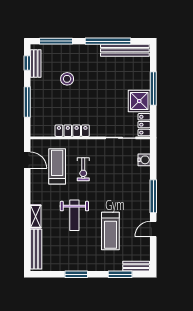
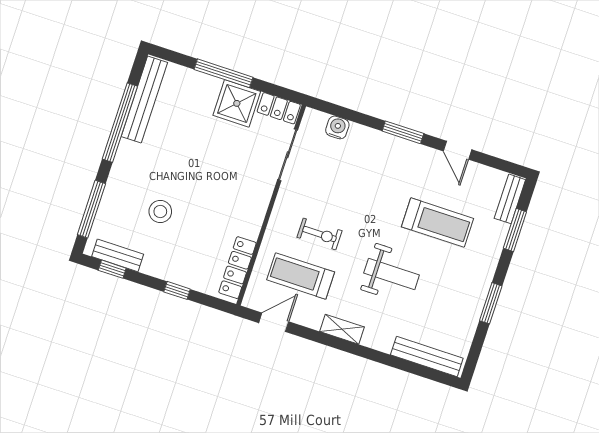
window: (27, 102) -> (177, 290), width x0.46
locker: (72, 131) -> (237, 268), moved
window: (153, 196) -> (403, 132), width x0.69
shelving: (36, 216) -> (342, 329), moved

